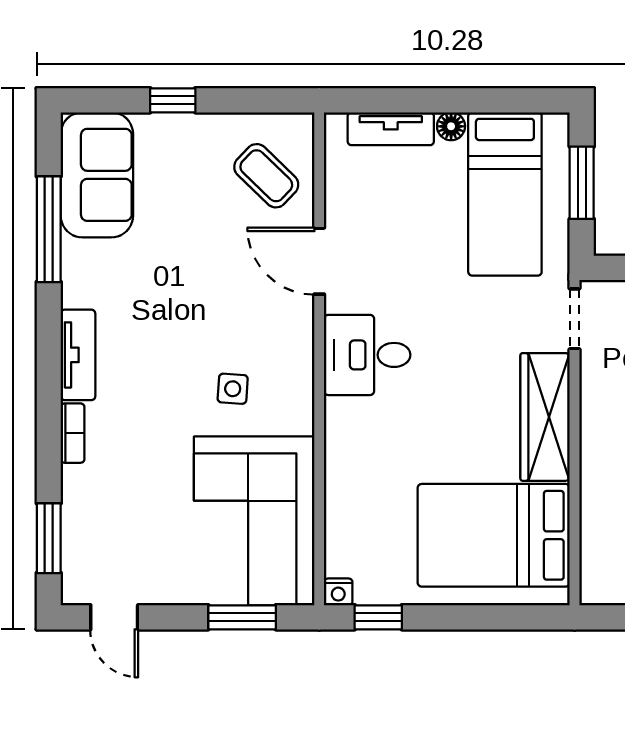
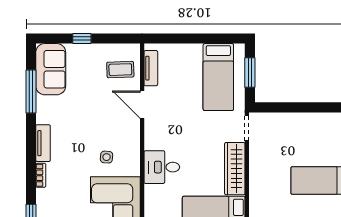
floor lamp: (451, 126) -> (196, 49), removed
tv unit: (391, 129) -> (151, 68), moved, turned -90
coffee table: (266, 176) -> (120, 70), turned -46
desk: (367, 355) -> (162, 167), moved

